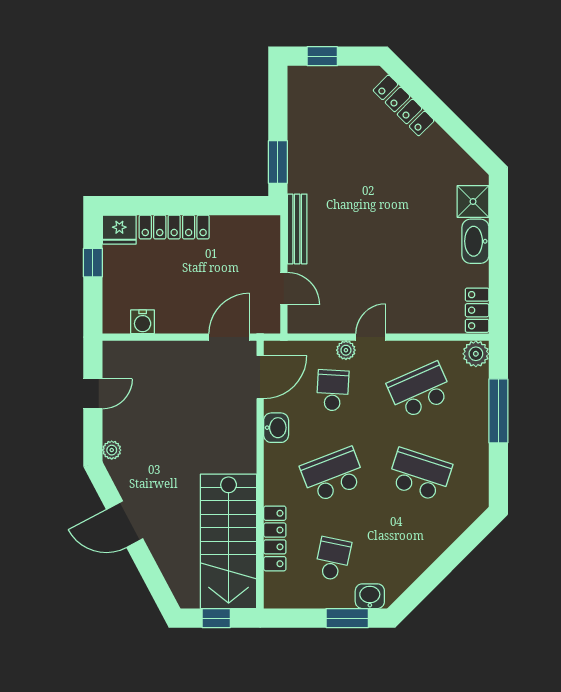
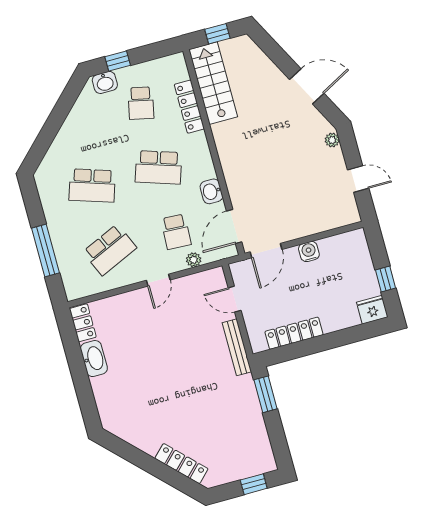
shower: (473, 201) -> (108, 405), removed
locker: (174, 227) -> (294, 333), moved
washbasin: (475, 241) -> (94, 359), moved
water cooler: (143, 322) -> (309, 251), moved
plant: (346, 350) -> (194, 260), moved
plant: (476, 354) -> (75, 289), removed
door: (93, 394) -> (358, 179), swing flipped
school desk: (333, 475) -> (158, 167), turned 39
stairs: (229, 541) -> (213, 83), width x0.73, depth x0.66
window: (347, 618) -> (118, 61), width x0.67

